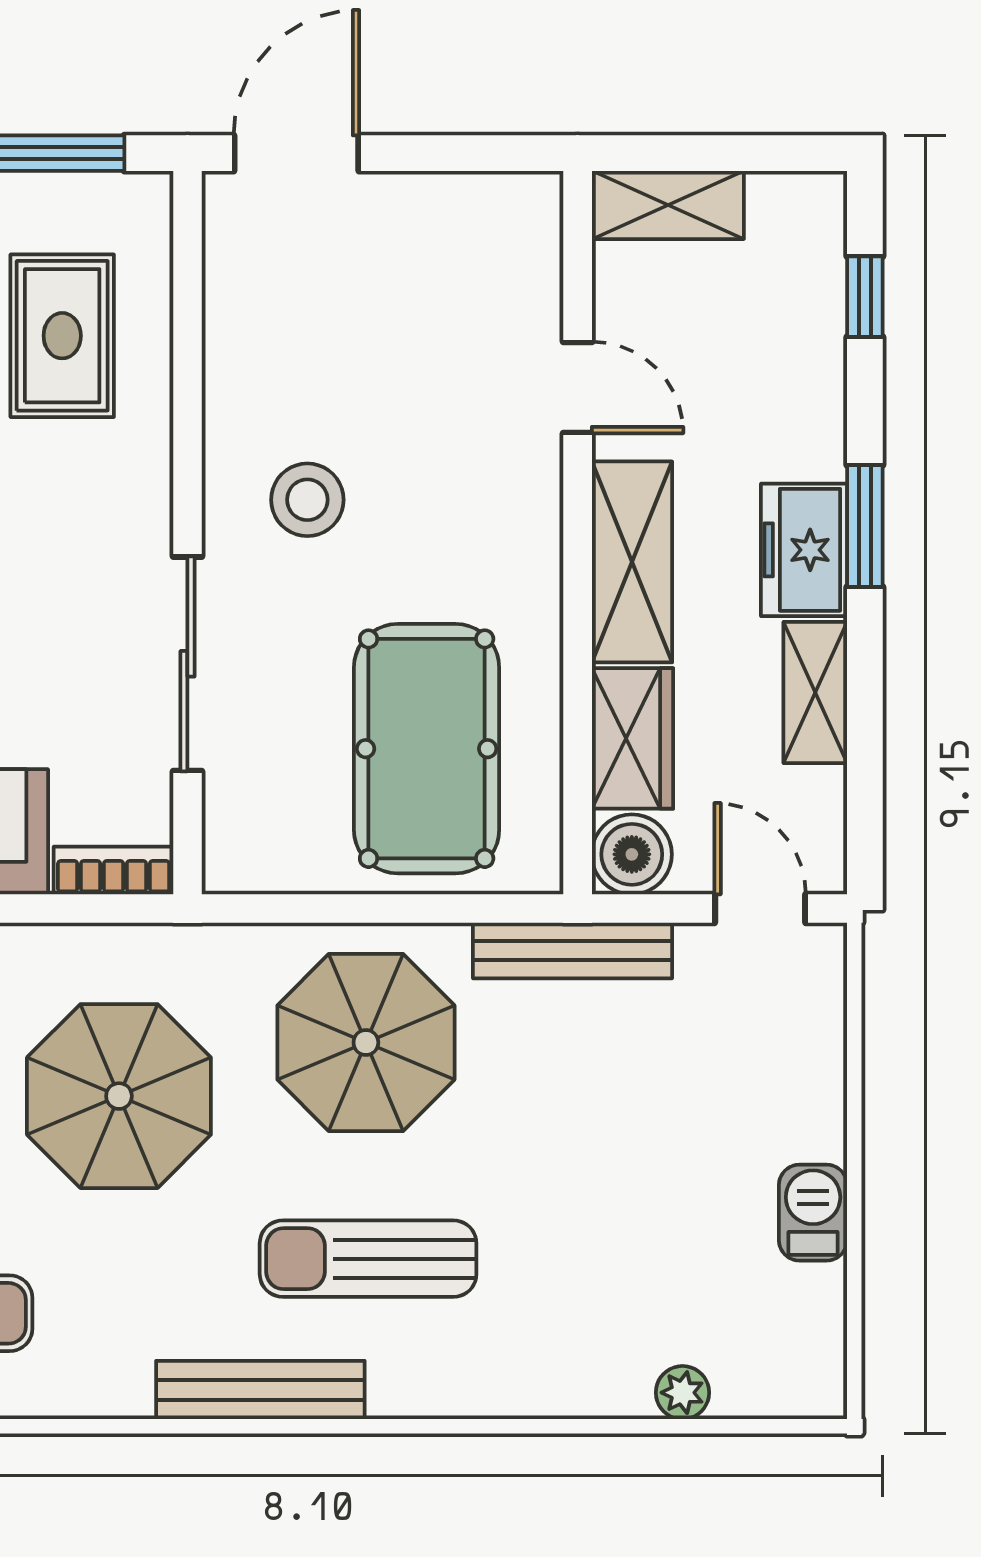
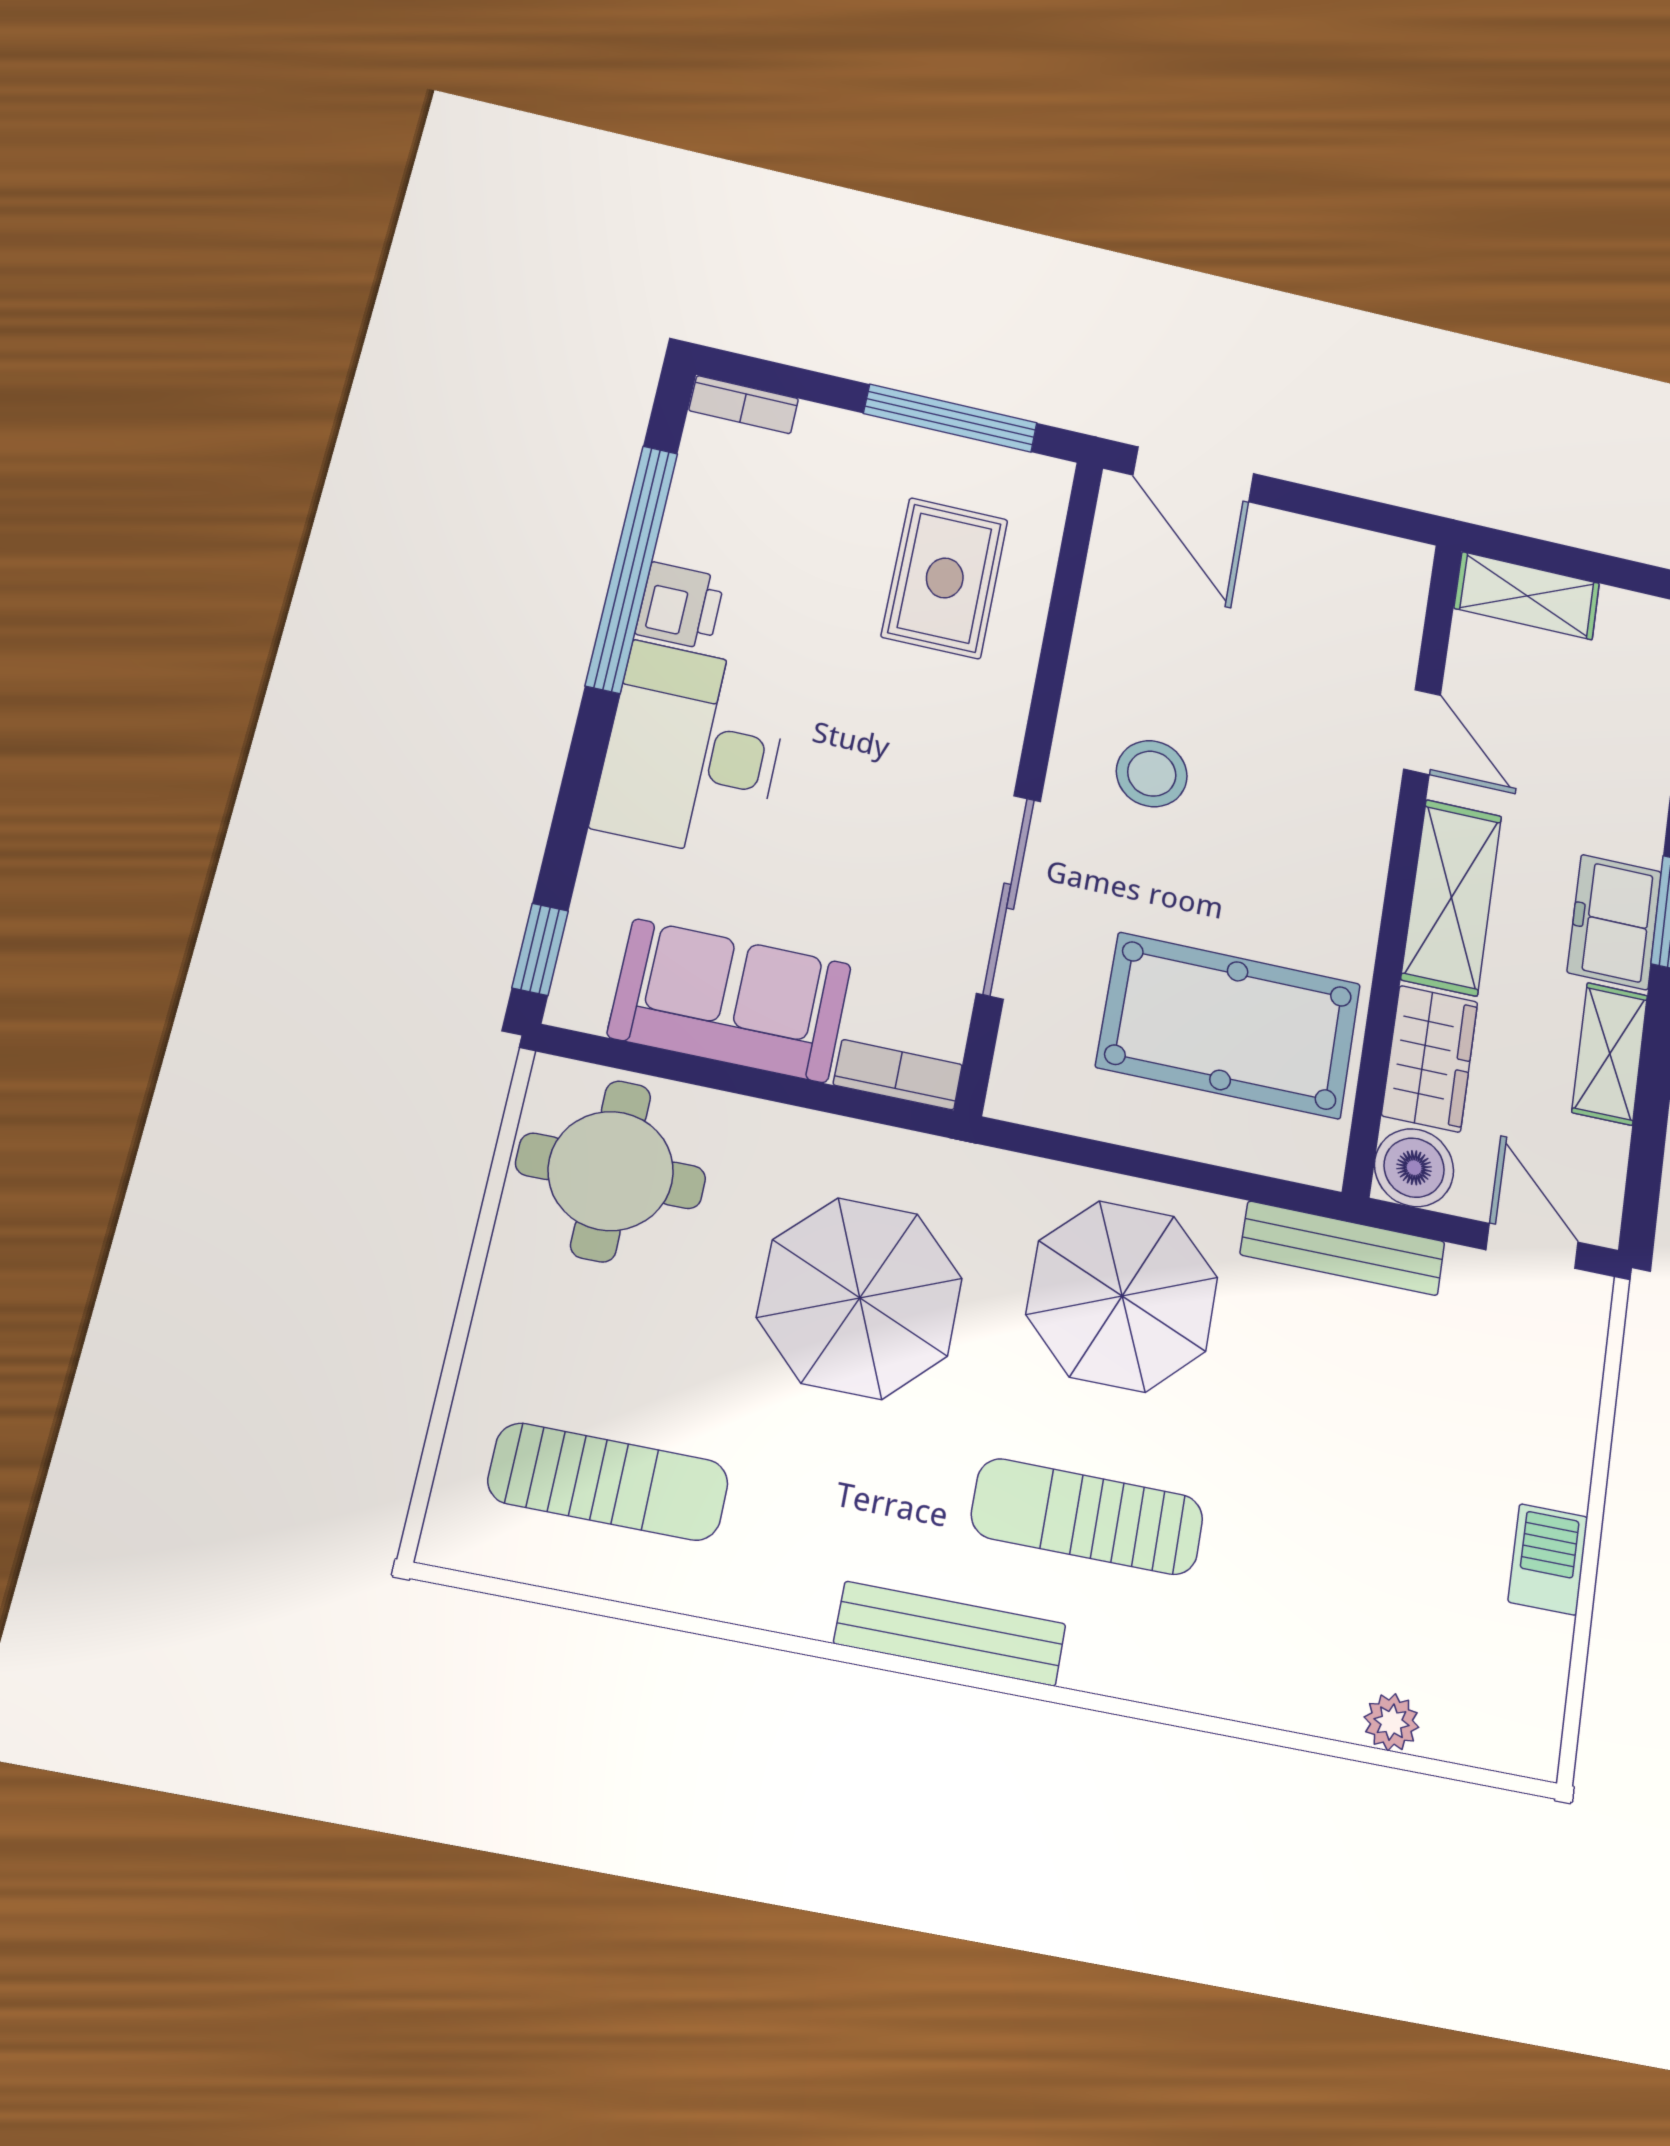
door: (296, 153) -> (1193, 474), swing flipped
pool table: (427, 749) -> (1229, 1025), turned 90

